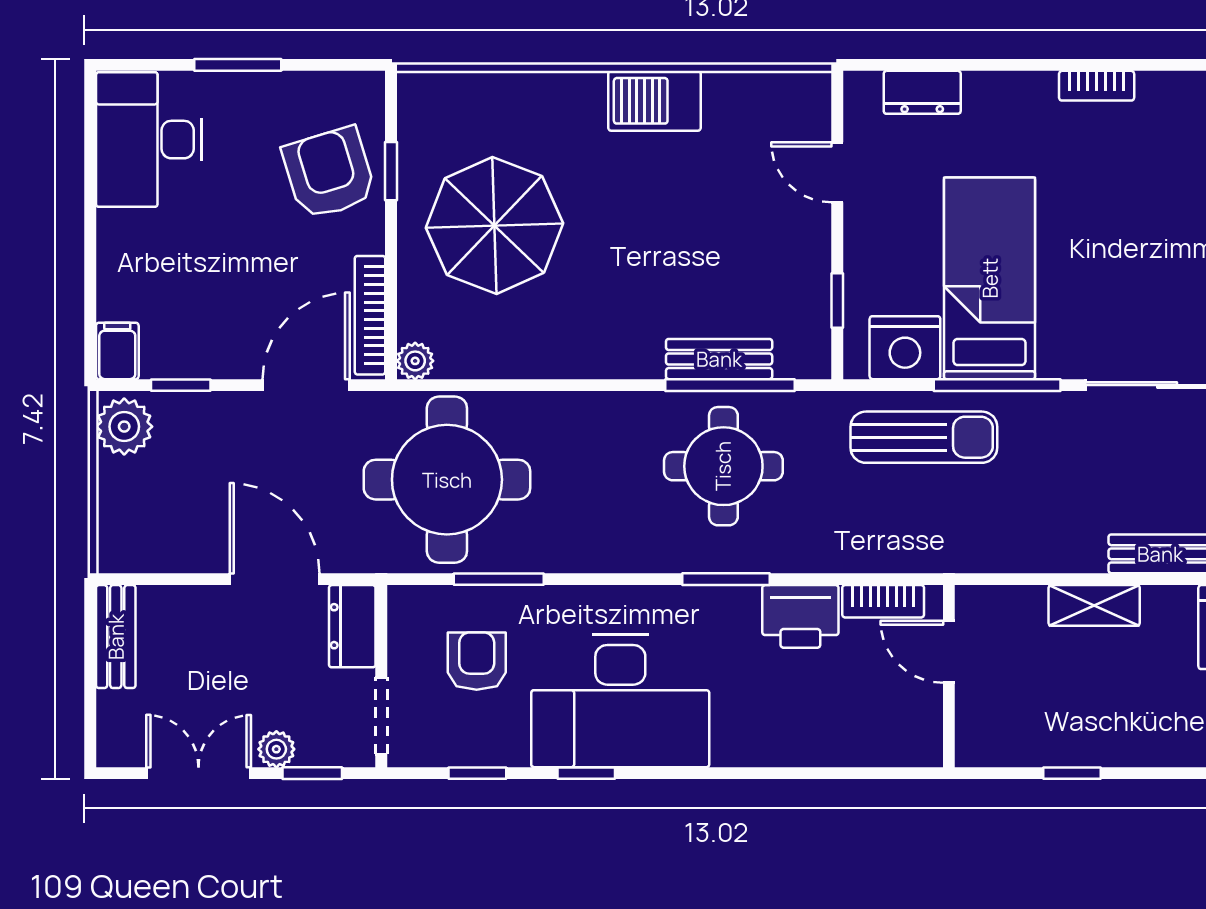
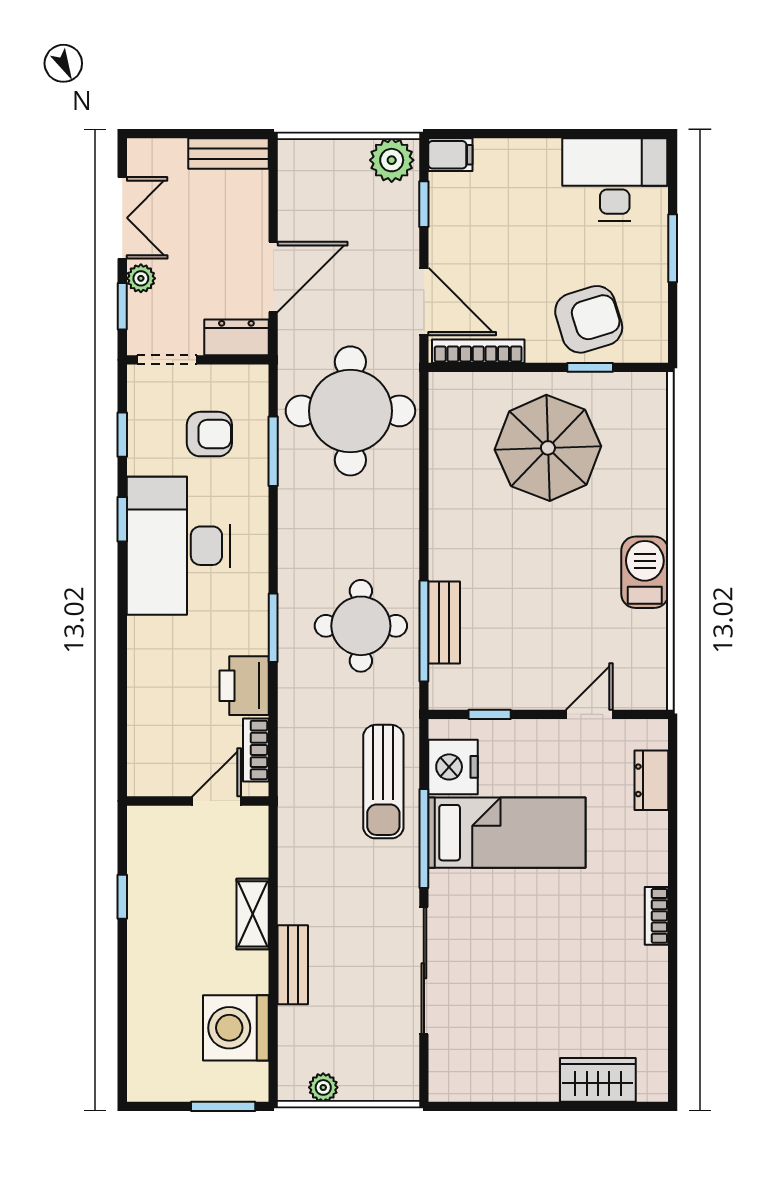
plant: (415, 361) -> (443, 386), removed

